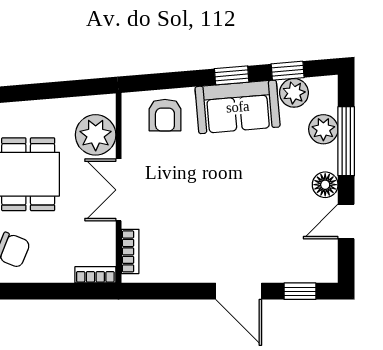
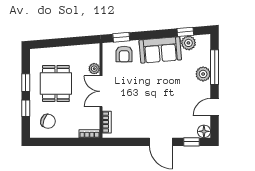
window: (232, 75) -> (121, 37), moved
plant: (323, 129) -> (203, 74), moved
plant: (96, 135) -> (94, 69), width x0.53, depth x0.53
floor lamp: (325, 185) -> (204, 131), moved

